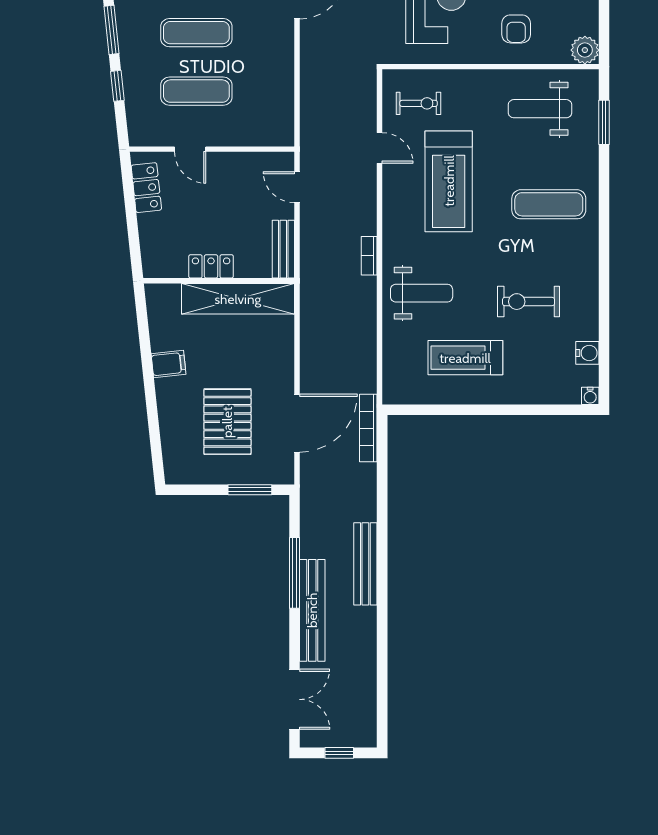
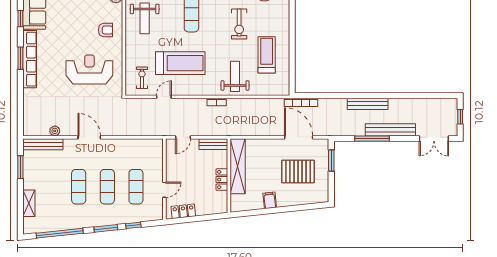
treadmill: (465, 358) -> (267, 55), turned 180
double door: (294, 699) -> (434, 139), swing flipped

